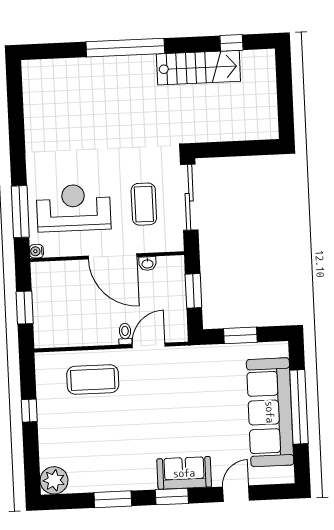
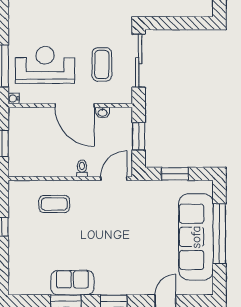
door: (149, 345) -> (114, 179), moved
coffee table: (93, 379) -> (54, 204), width x0.73, depth x0.76
sofa: (184, 473) -> (72, 283), moved
plant: (54, 480) -> (19, 284), removed

